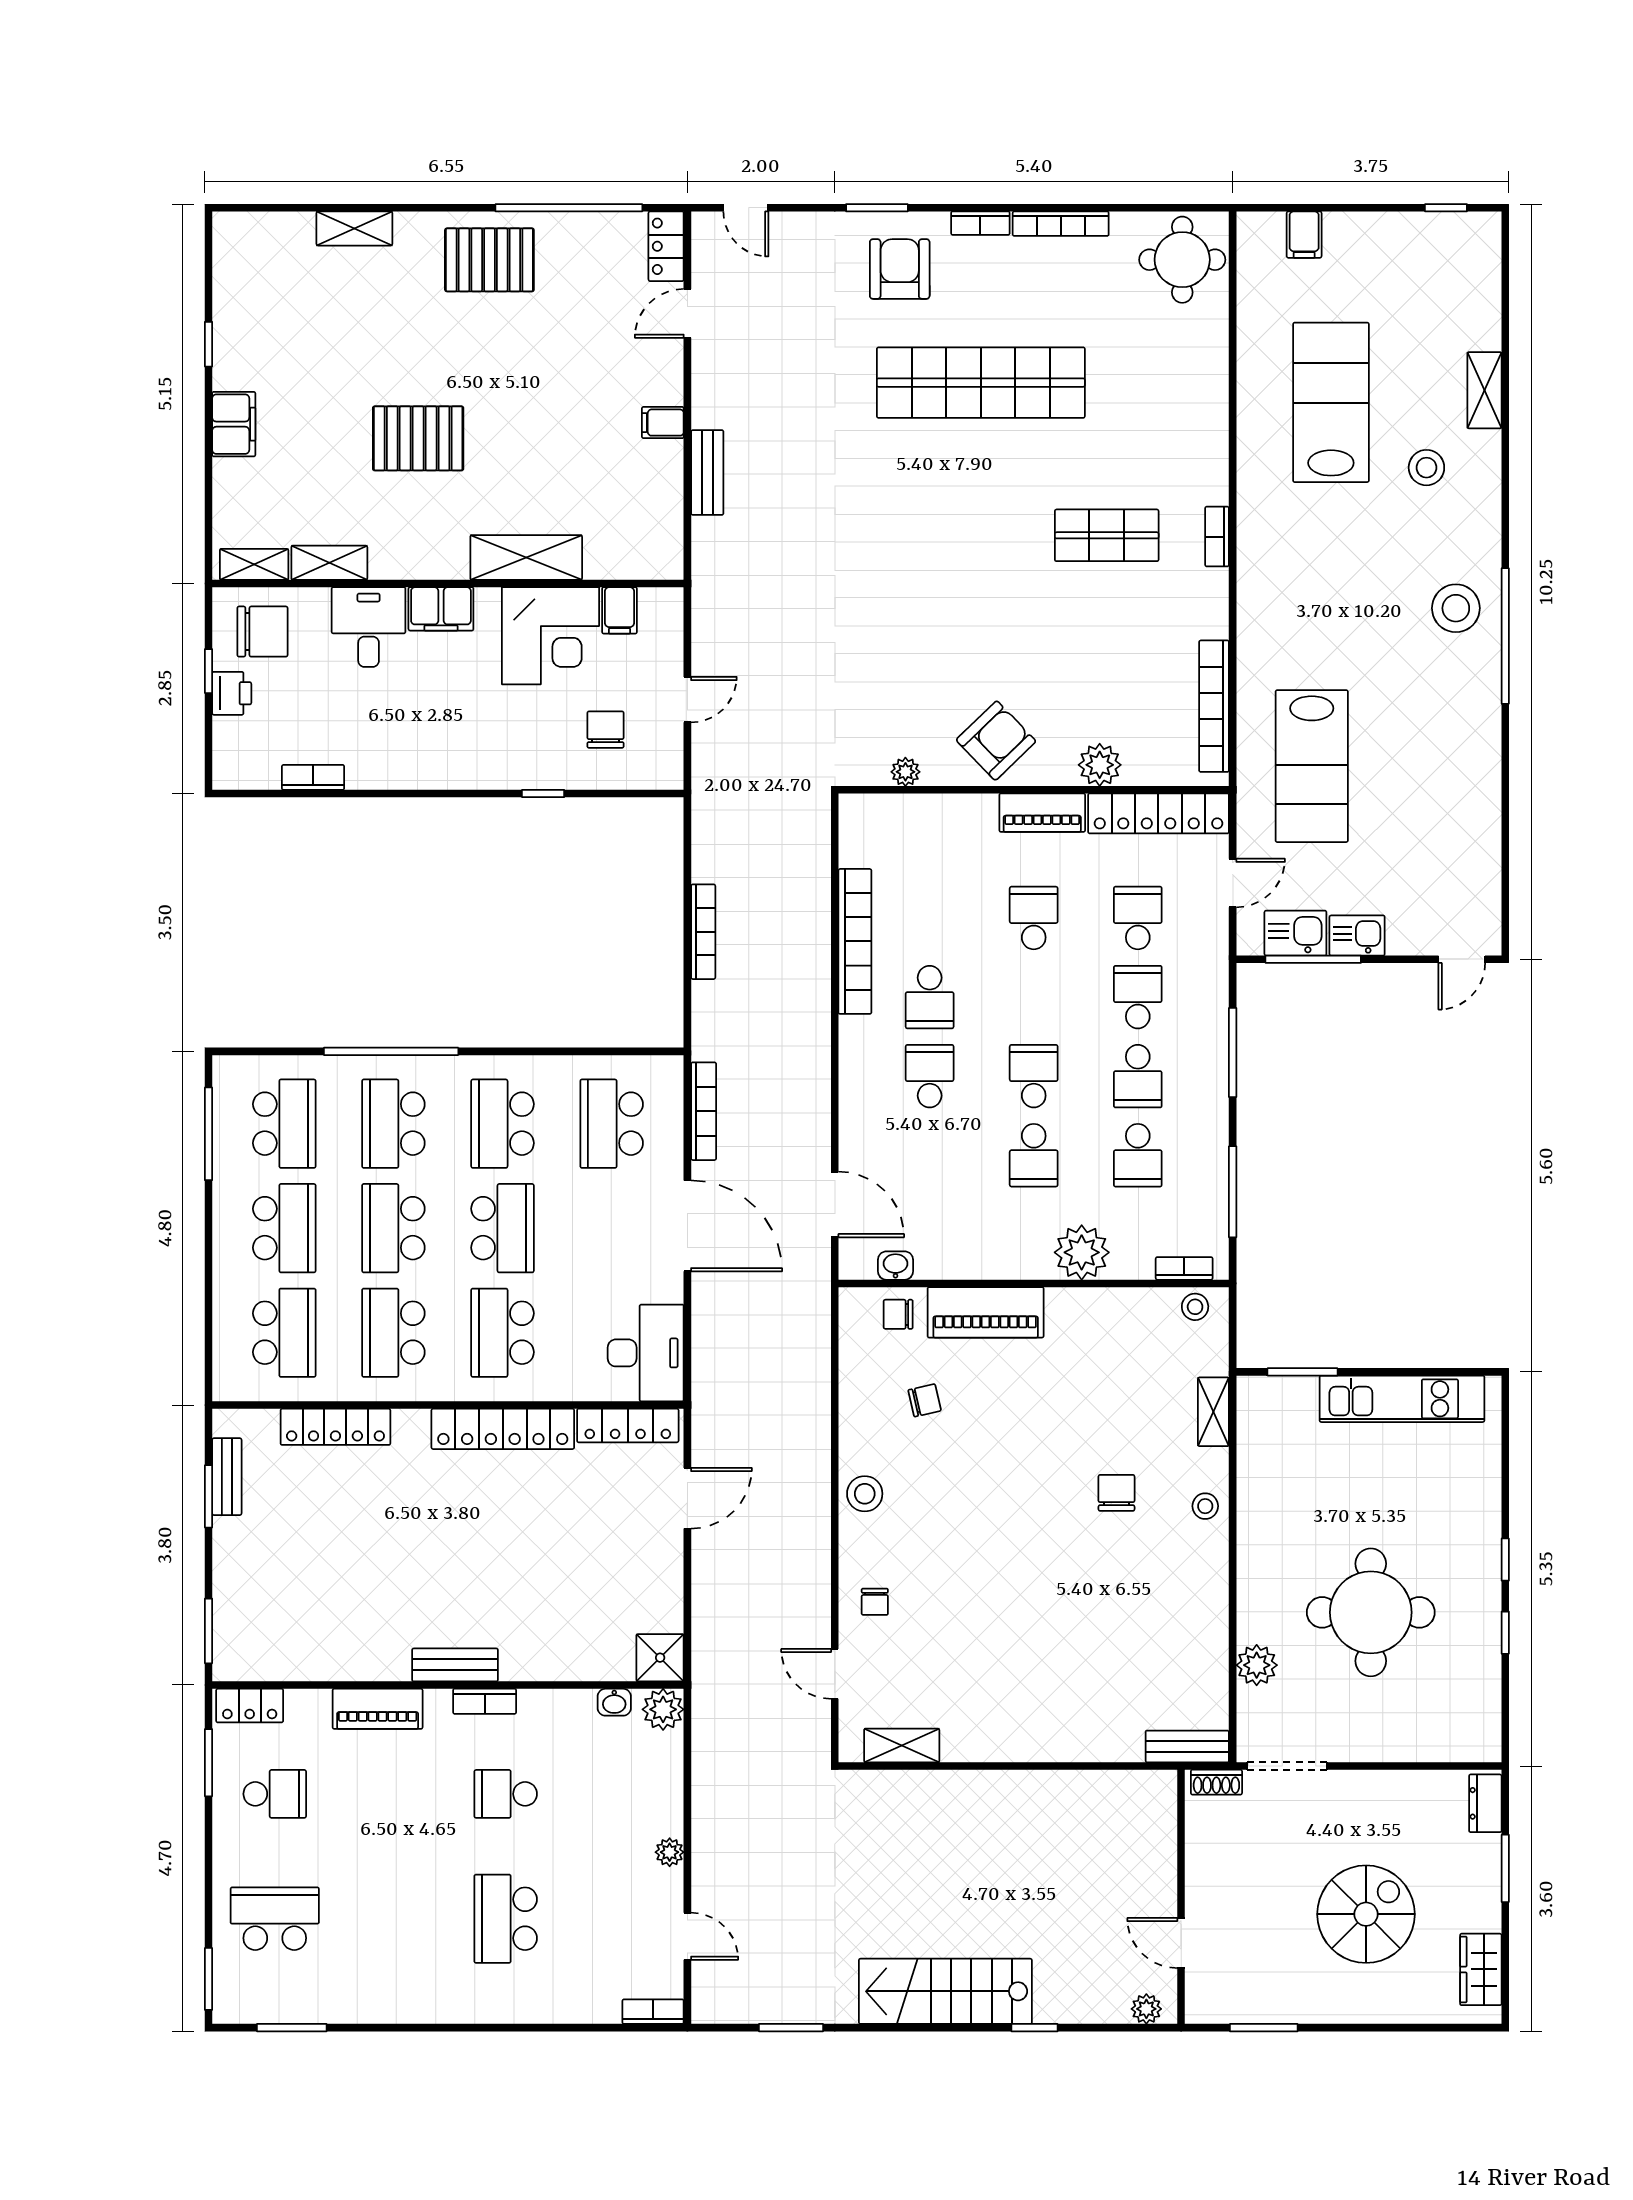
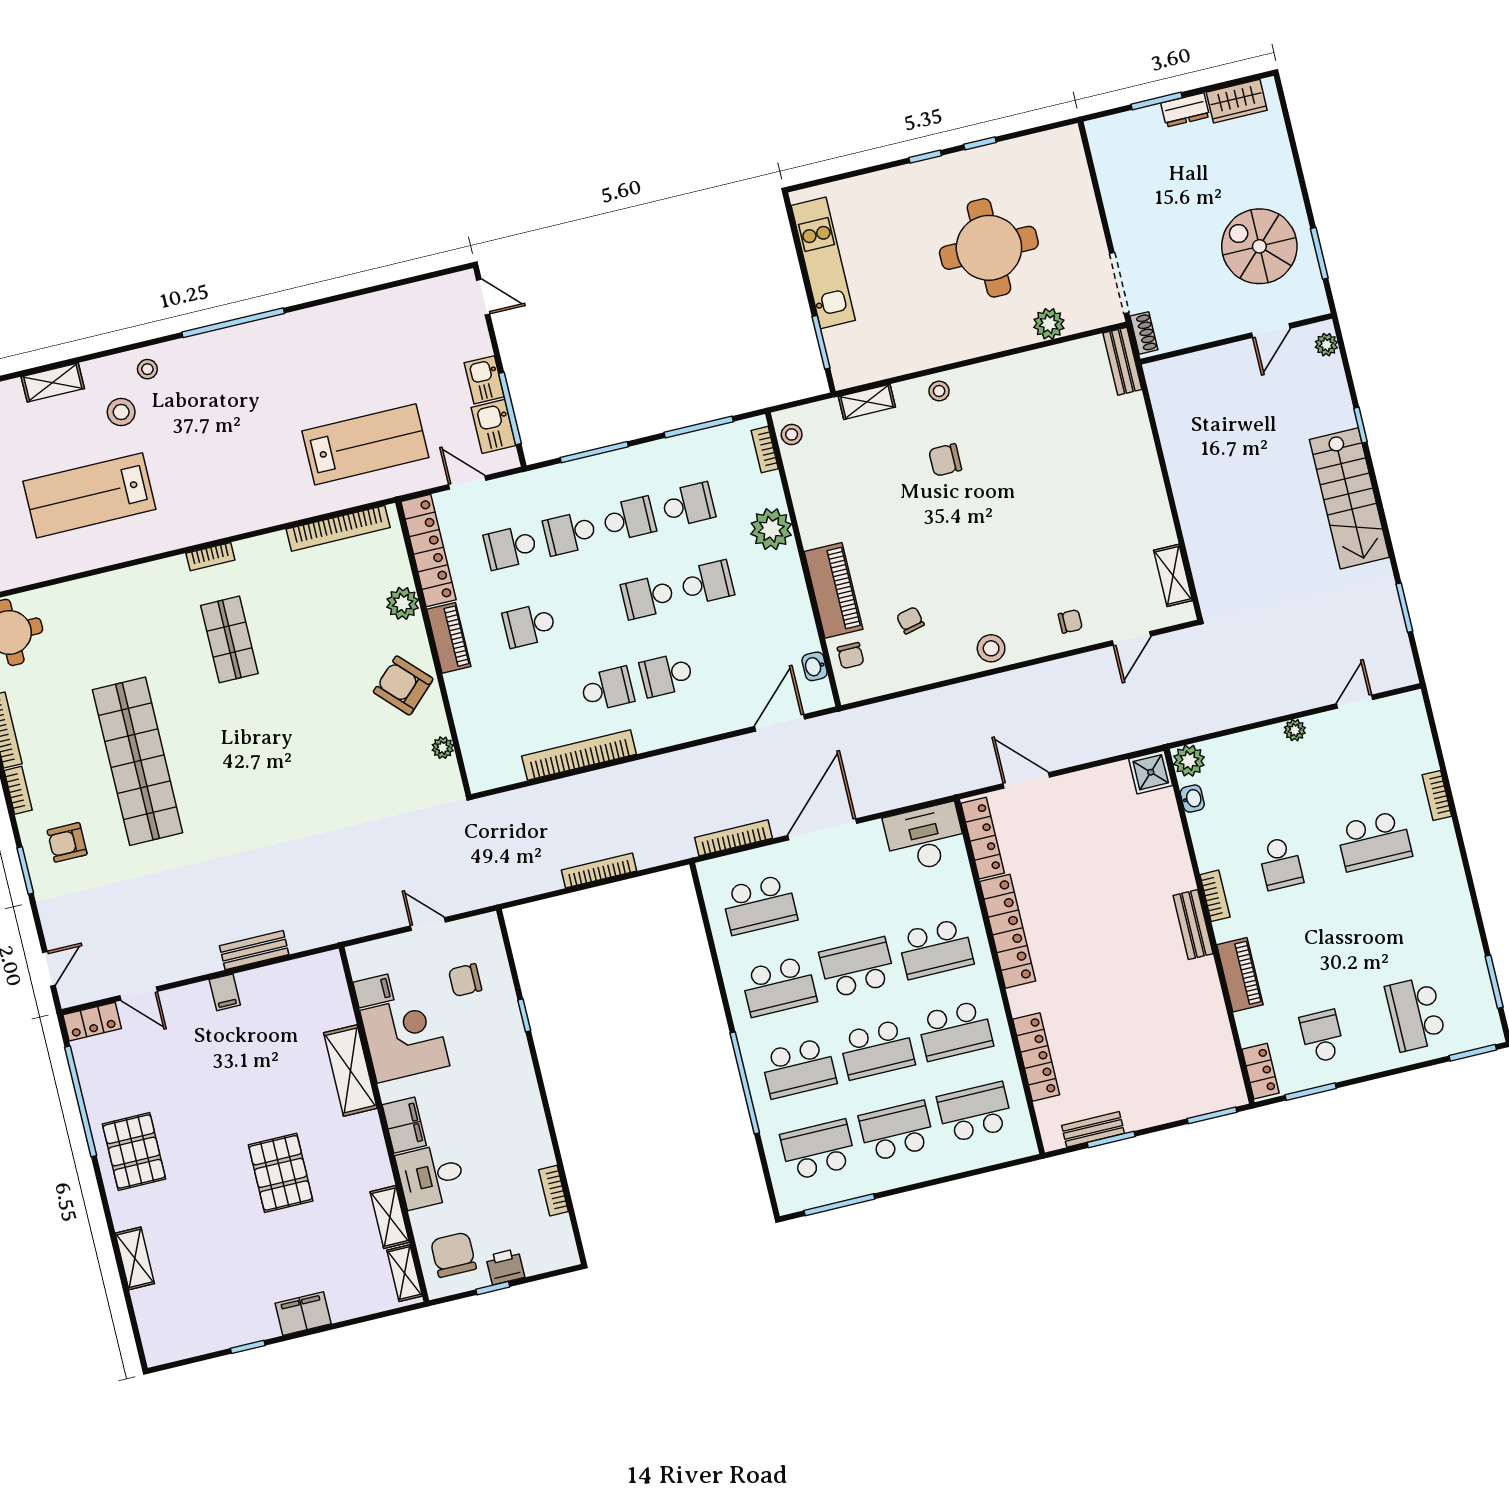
armchair: (900, 269) -> (67, 842), width x0.72, depth x0.72
stool: (1456, 608) -> (147, 369), moved, width x0.53, depth x0.53
dresser: (1485, 1803) -> (1185, 110), moved
spiral stairs: (1366, 1914) -> (1259, 246), moved
bookcase: (653, 2012) -> (1437, 796), moved

